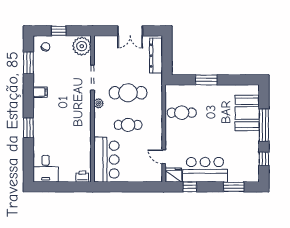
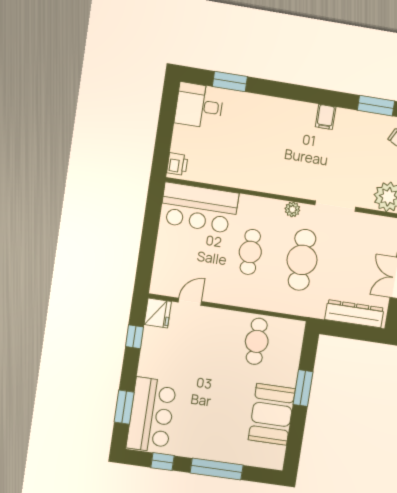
booth: (247, 113) -> (272, 414), moved, turned 90
window: (28, 128) -> (230, 82), moved
bar counter: (205, 170) -> (151, 415), moved

